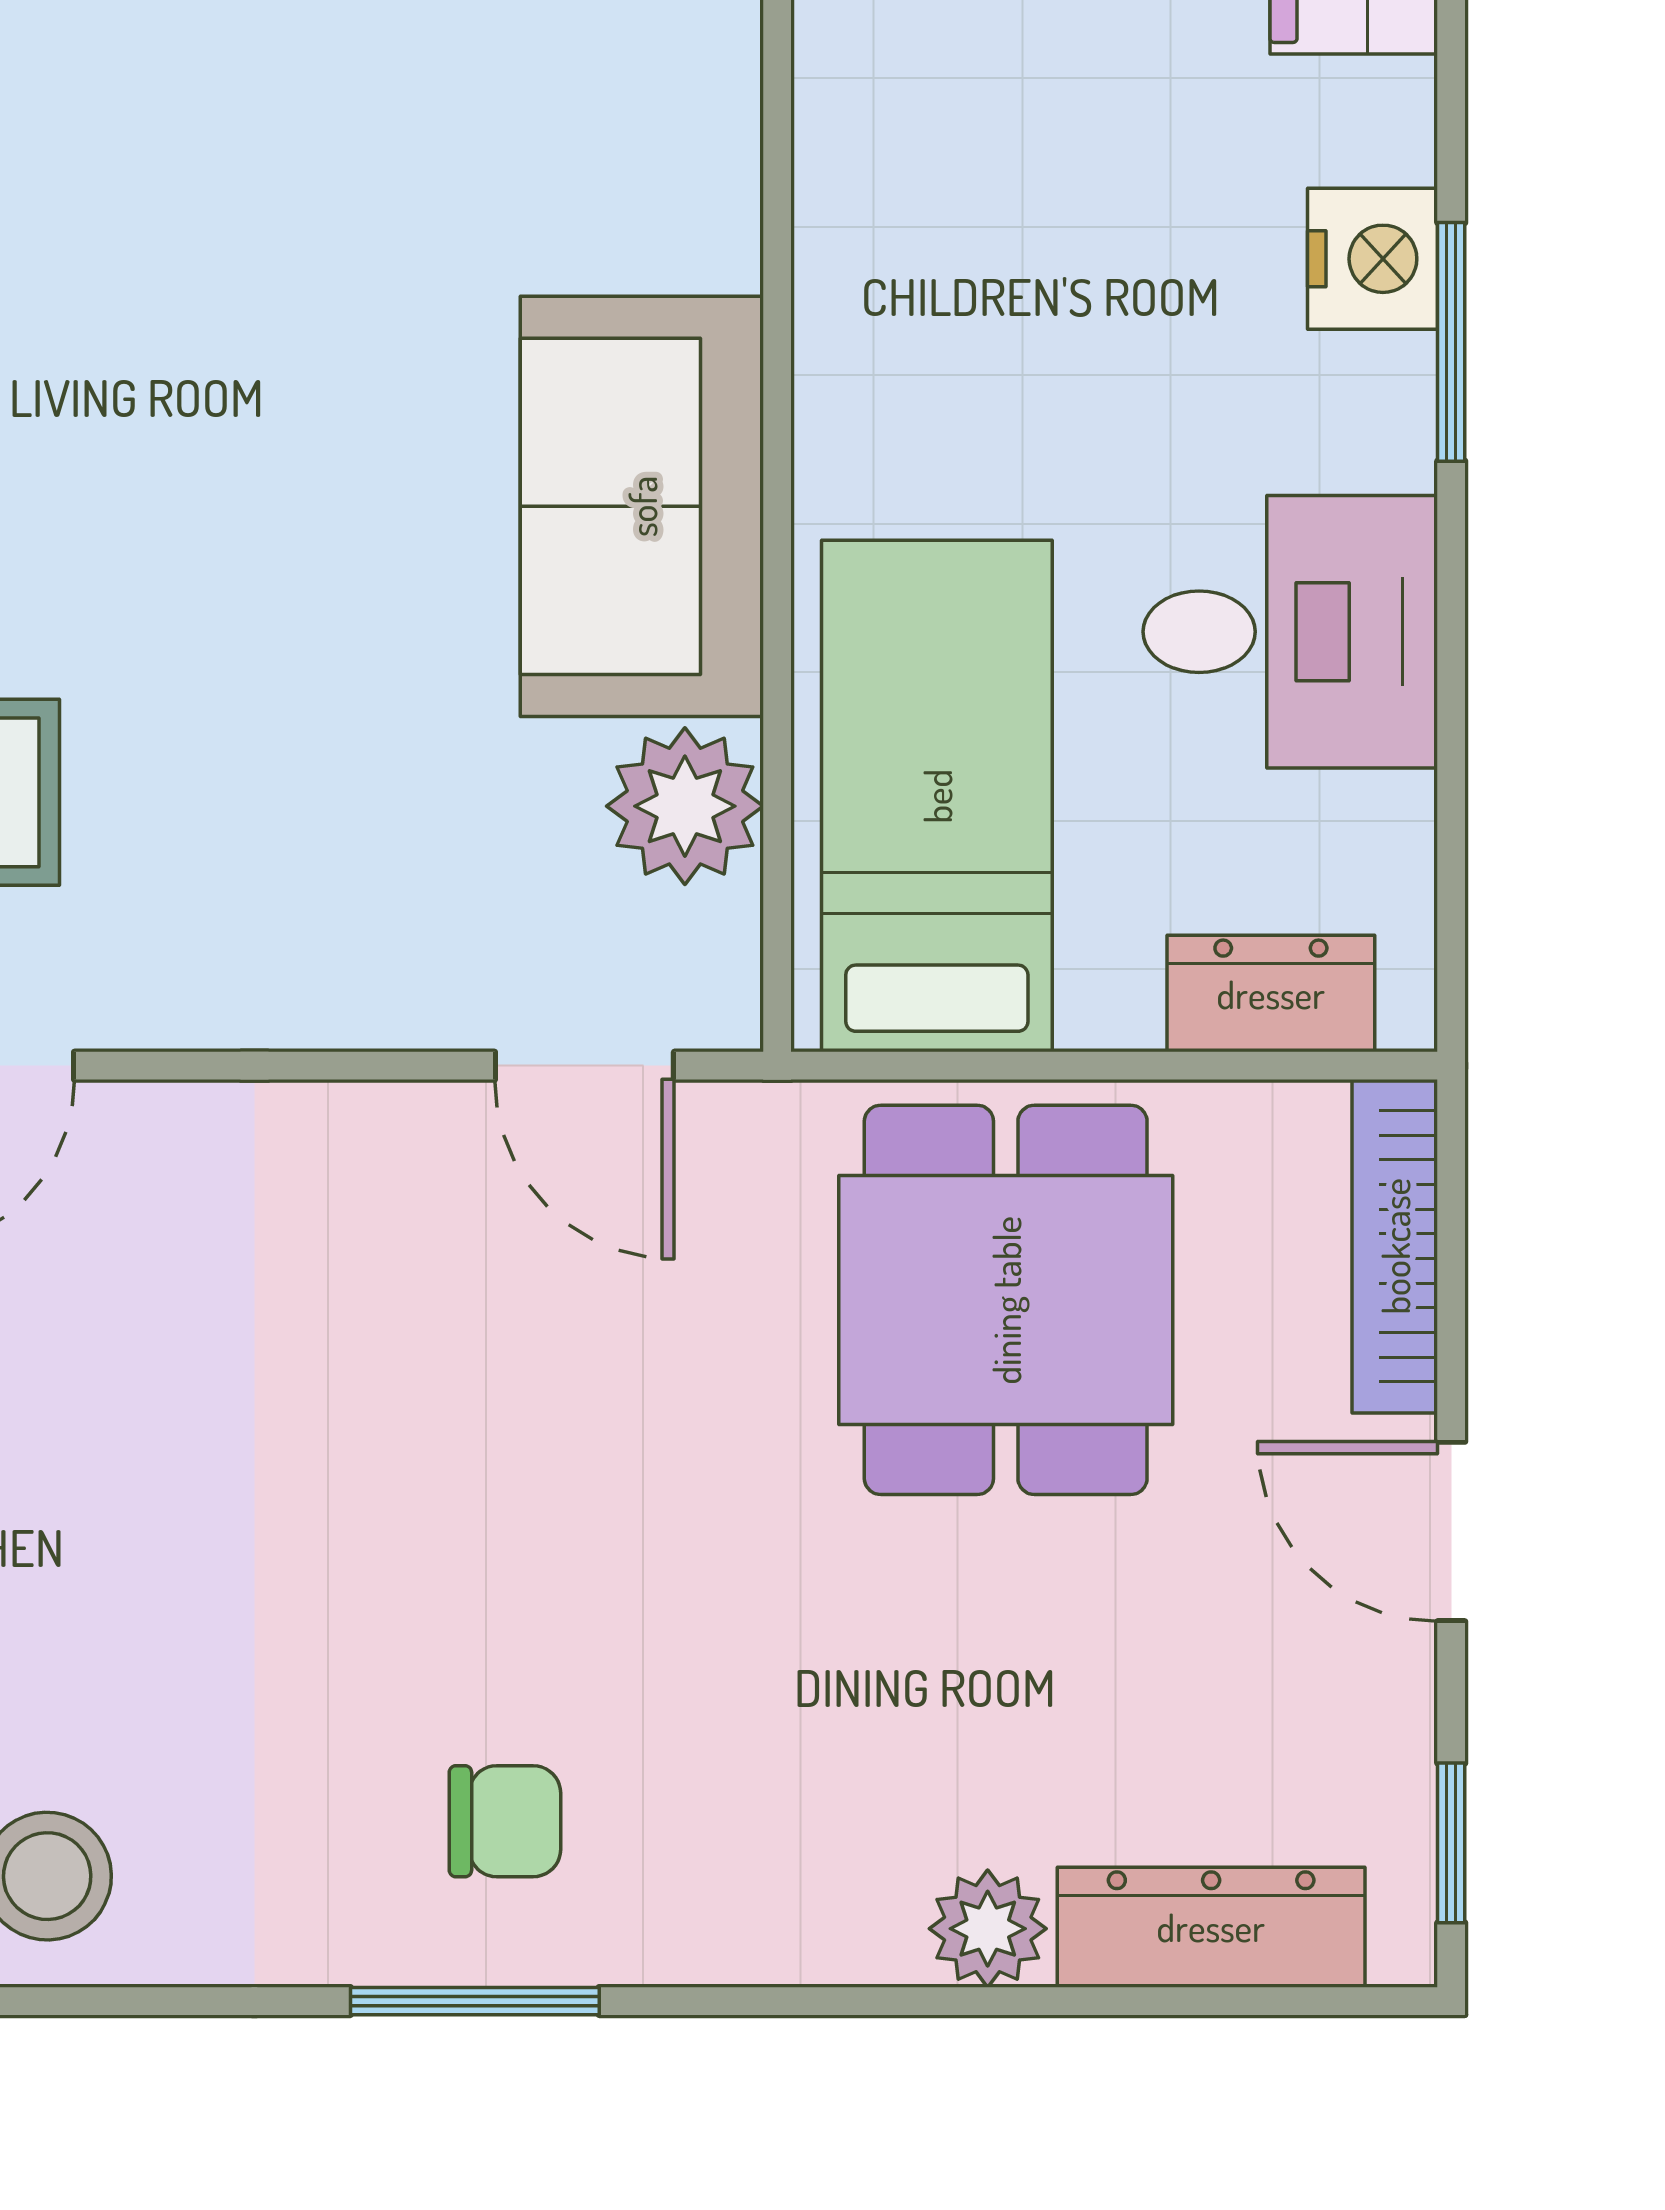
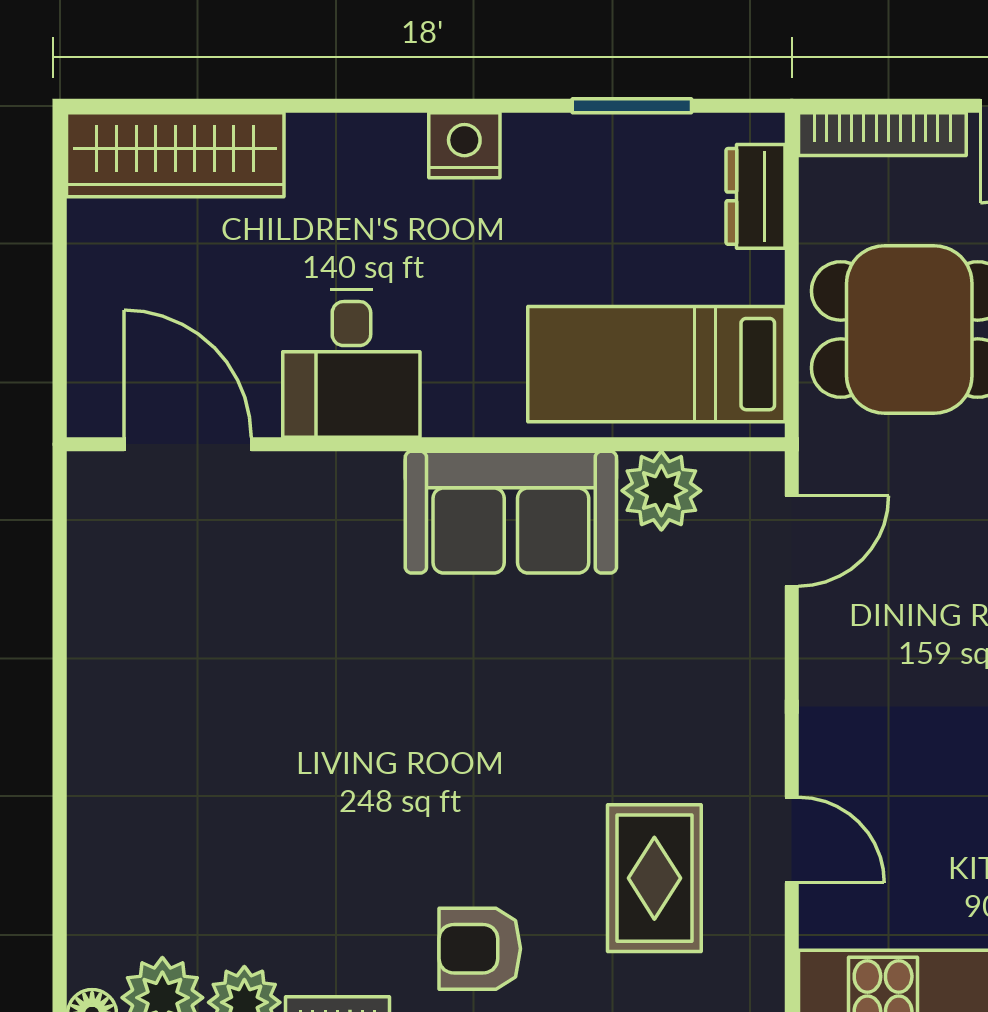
nightstand: (1373, 259) -> (464, 145), moved
window: (1451, 342) -> (632, 106), moved
desk: (1290, 632) -> (351, 363), moved, turned 180

